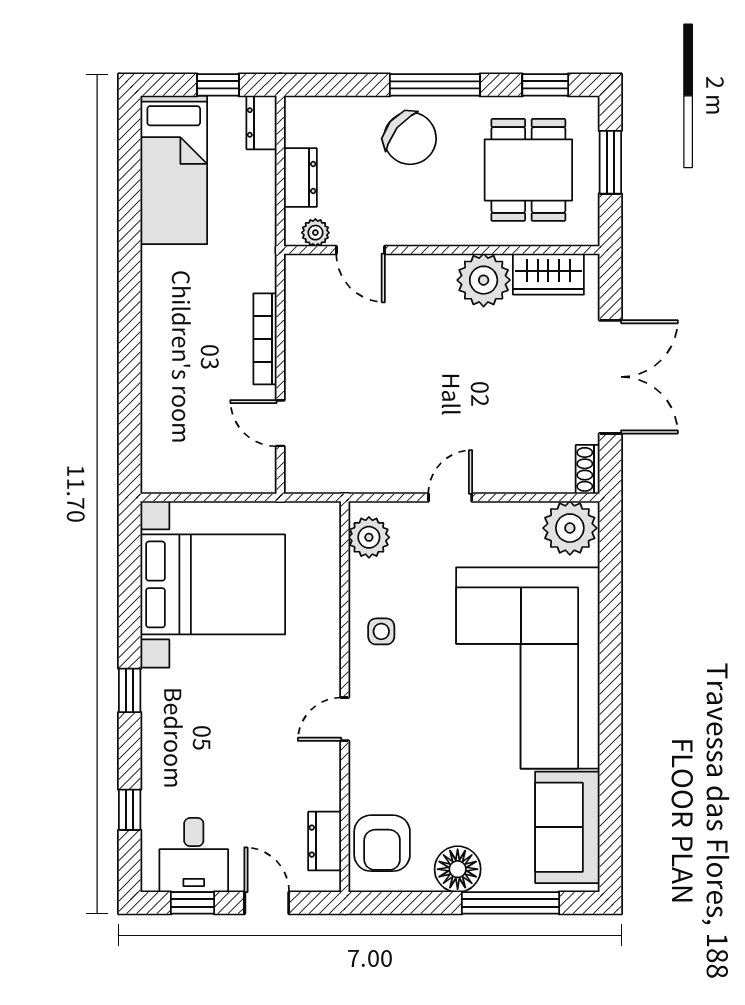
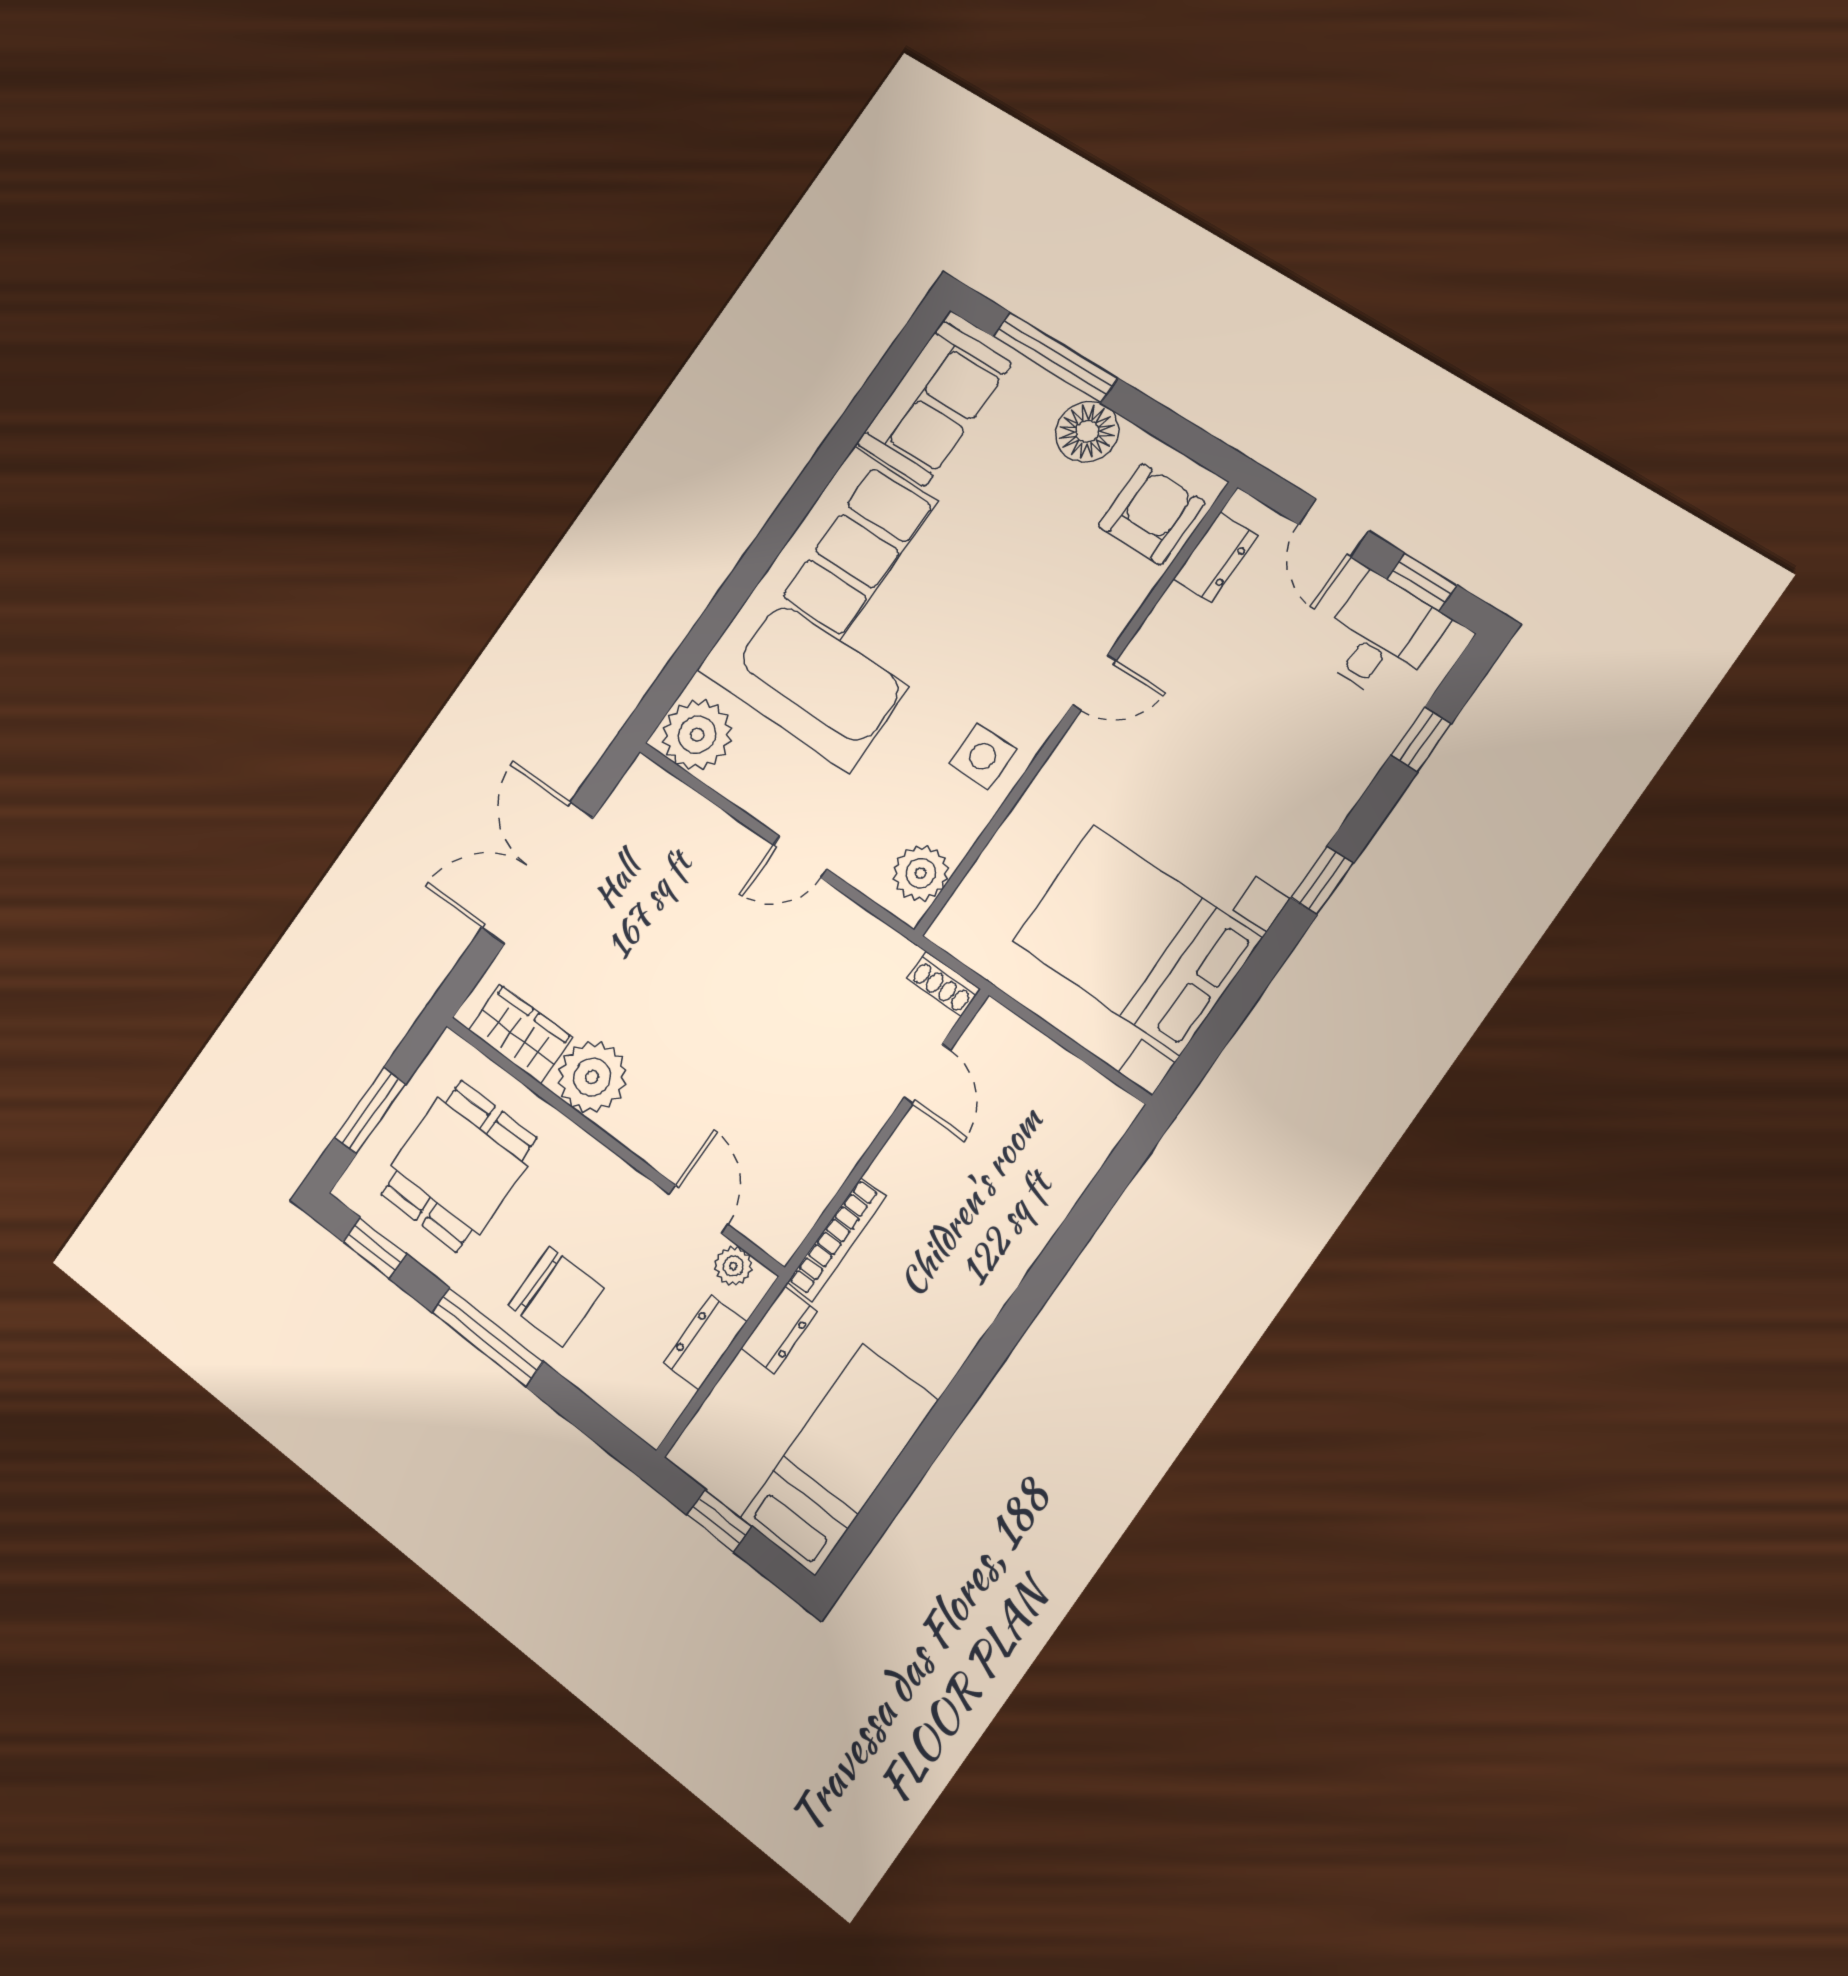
dresser: (262, 122) -> (779, 1330), moved
chair: (410, 138) -> (556, 1297), turned 141
bookcase: (265, 339) -> (837, 1239), moved
shoe rack: (588, 469) -> (943, 984), moved, turned 90
side table: (381, 631) -> (983, 756), width x1.37, depth x1.37

